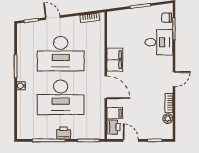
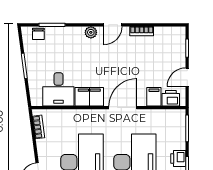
desk: (159, 42) -> (58, 89), moved, turned 180
door: (174, 79) -> (113, 25), swing flipped
plant: (168, 119) -> (91, 32), moved

